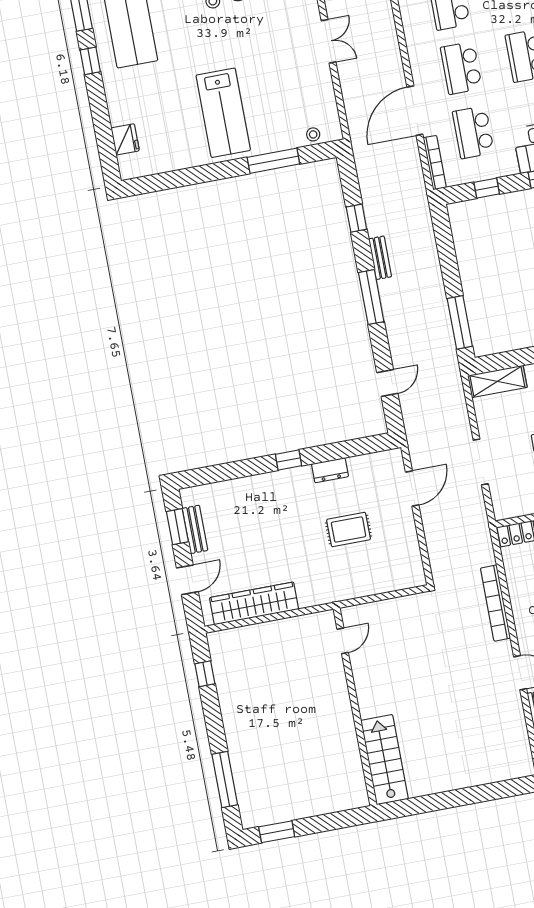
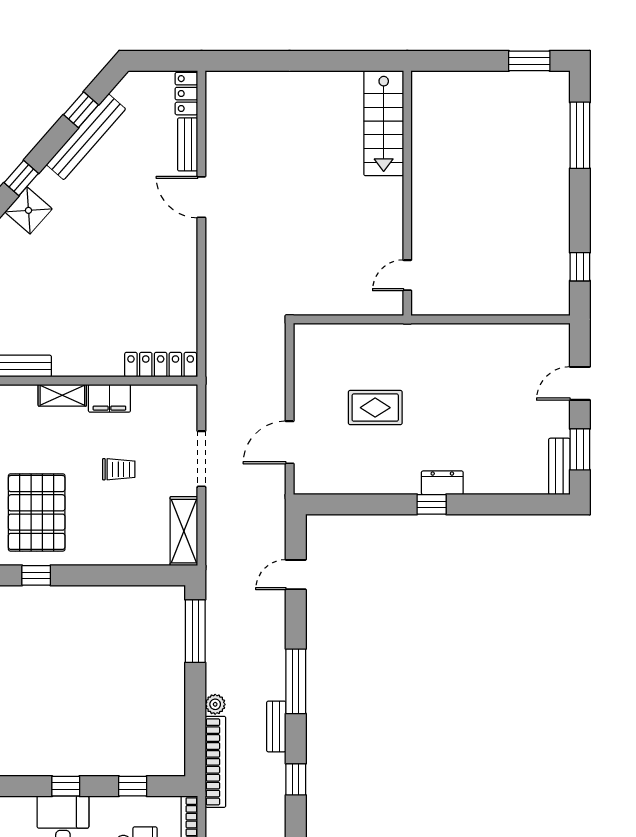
plant: (433, 266) -> (215, 704), added
shelving: (497, 381) -> (184, 531), moved, turned 90
dresser: (330, 470) -> (442, 483), moved
bench: (195, 529) -> (559, 466), moved
wardrobe: (254, 603) -> (505, 340), removed
bookcase: (495, 603) -> (215, 762), moved

